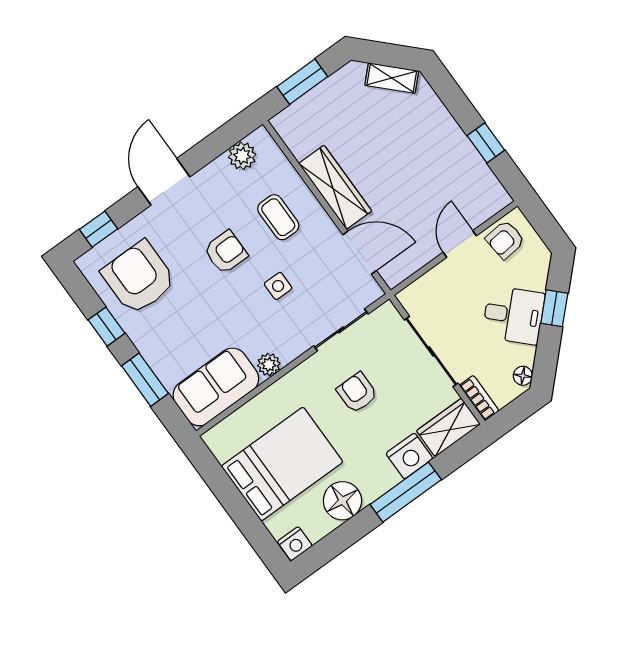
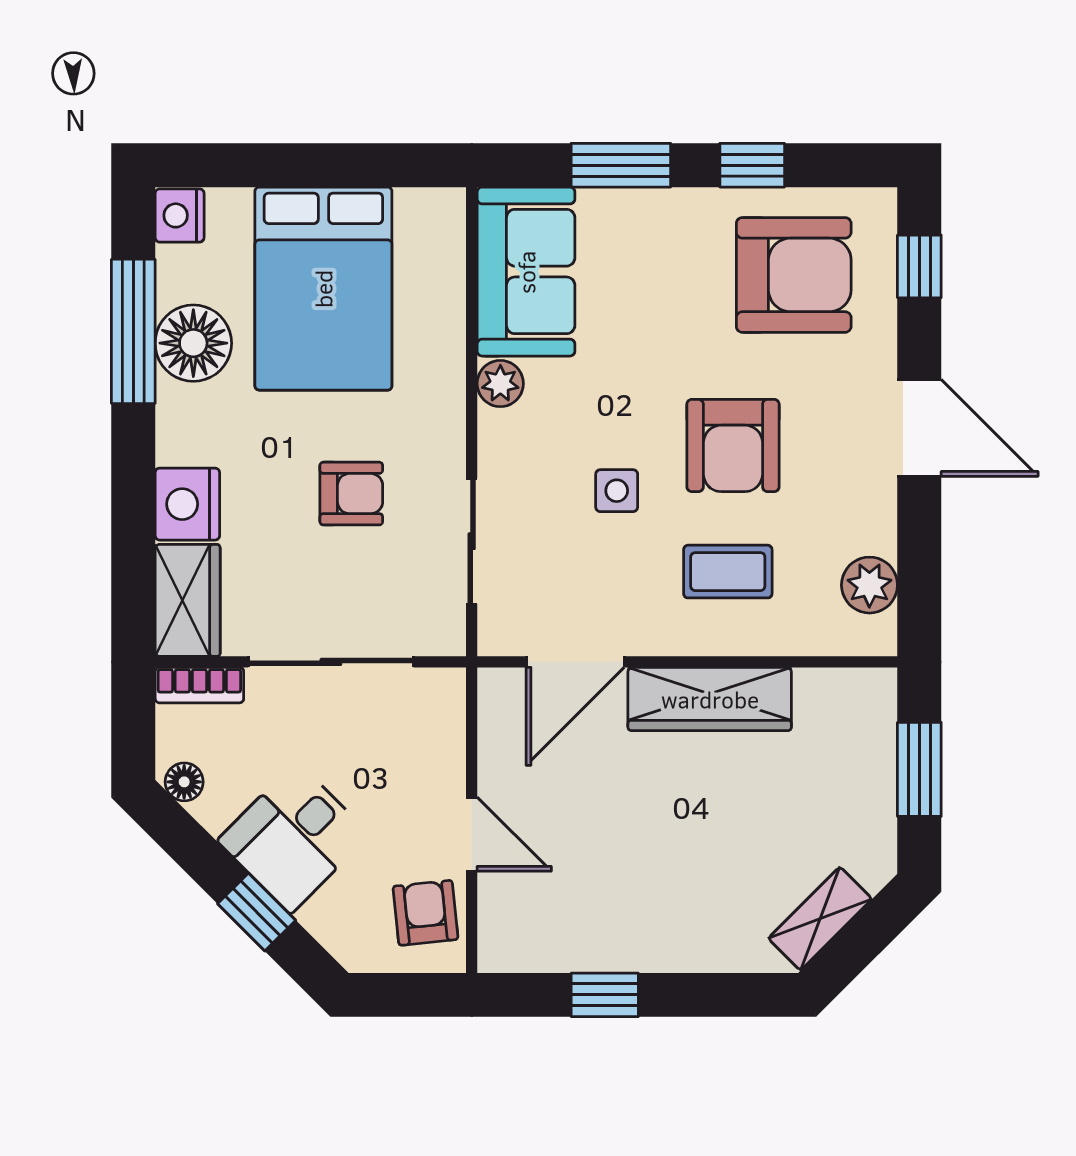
armchair: (226, 252) -> (733, 445), width x1.38, depth x1.38
window: (406, 492) -> (133, 331), moved

